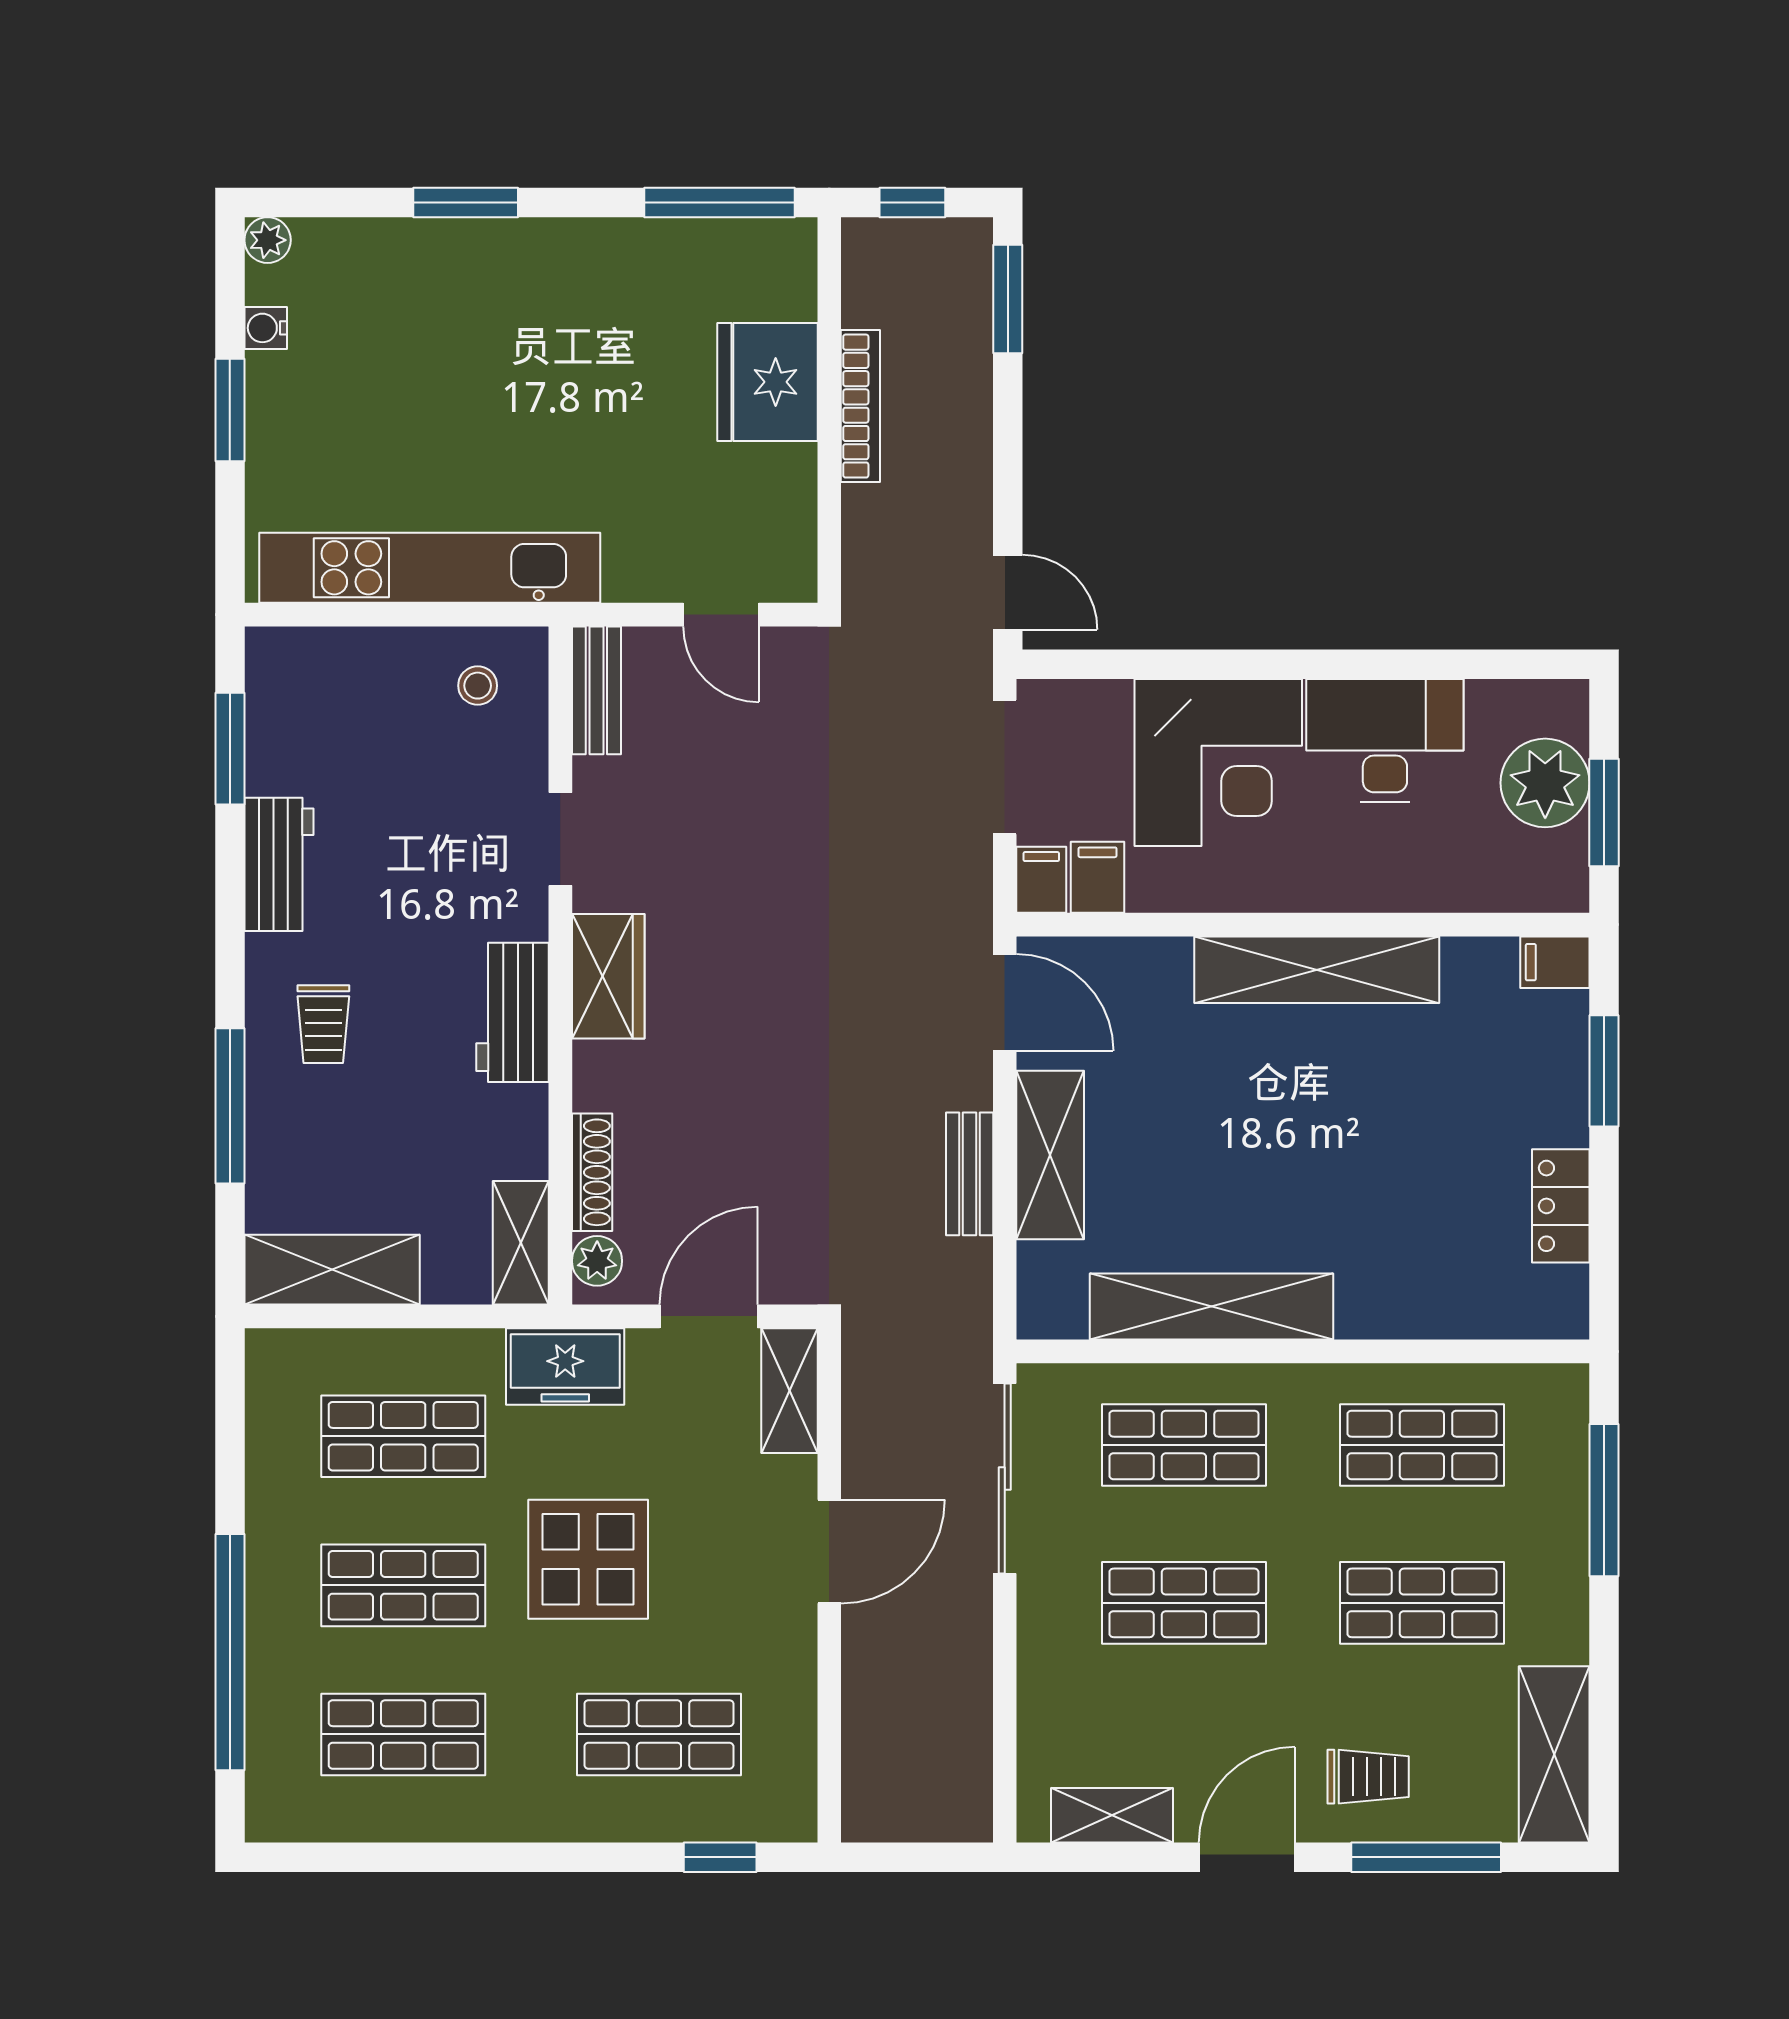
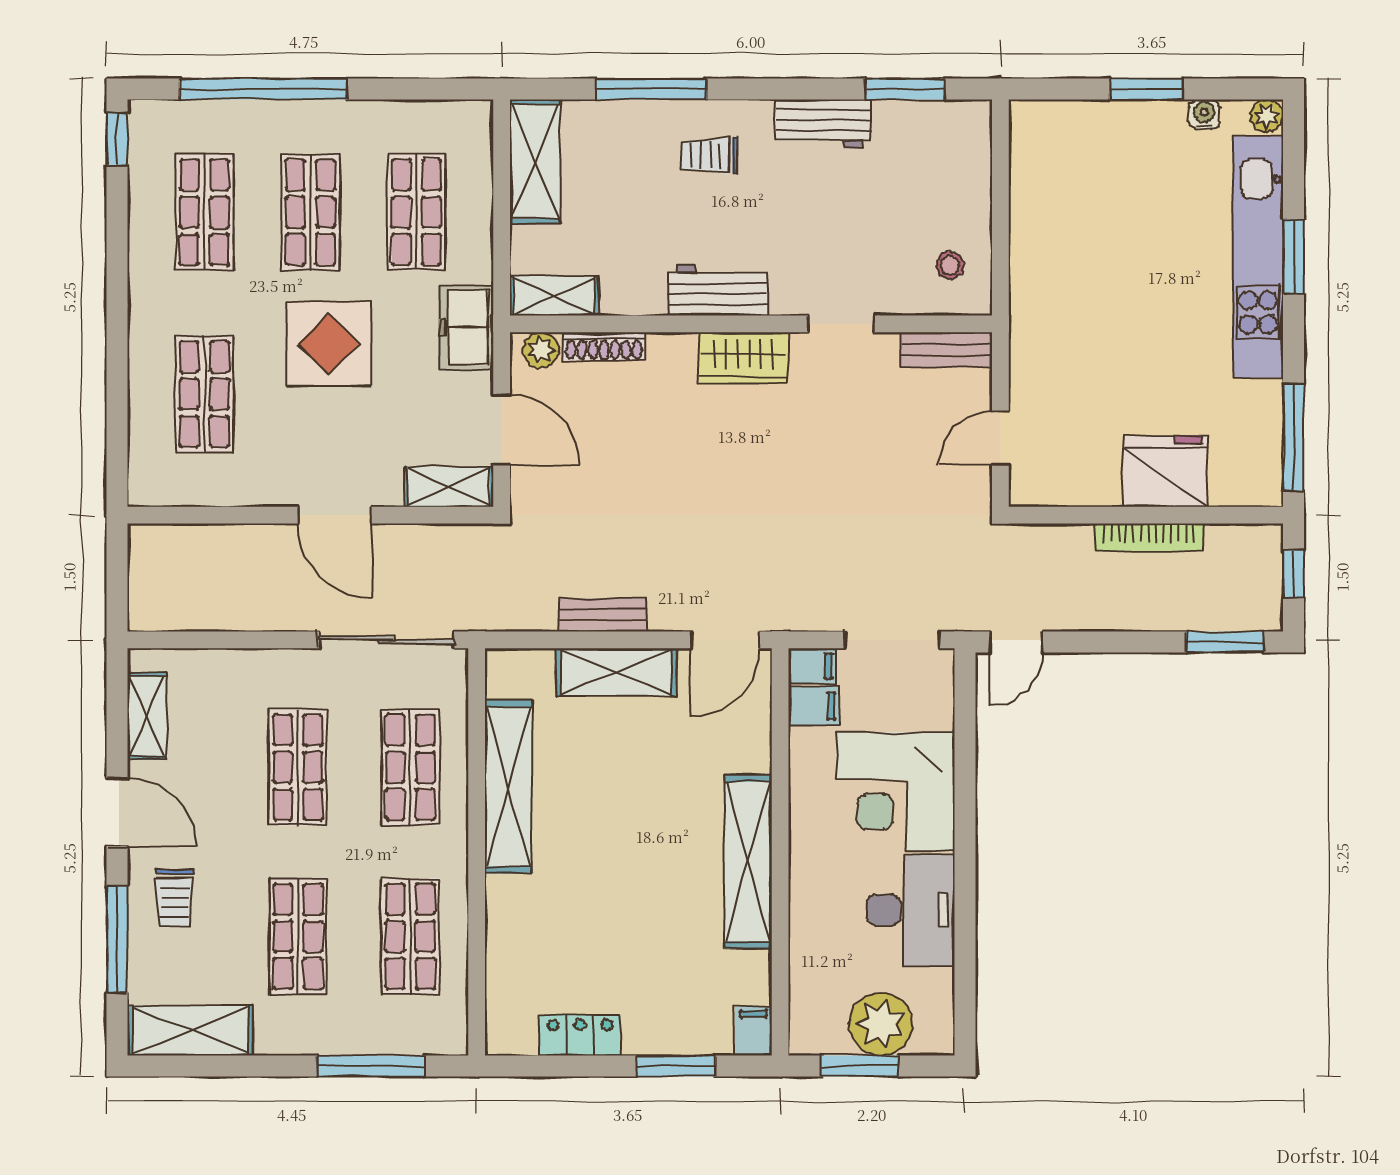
kitchen unit: (430, 568) -> (1258, 257), moved, turned 180
window: (720, 1857) -> (117, 139), moved

